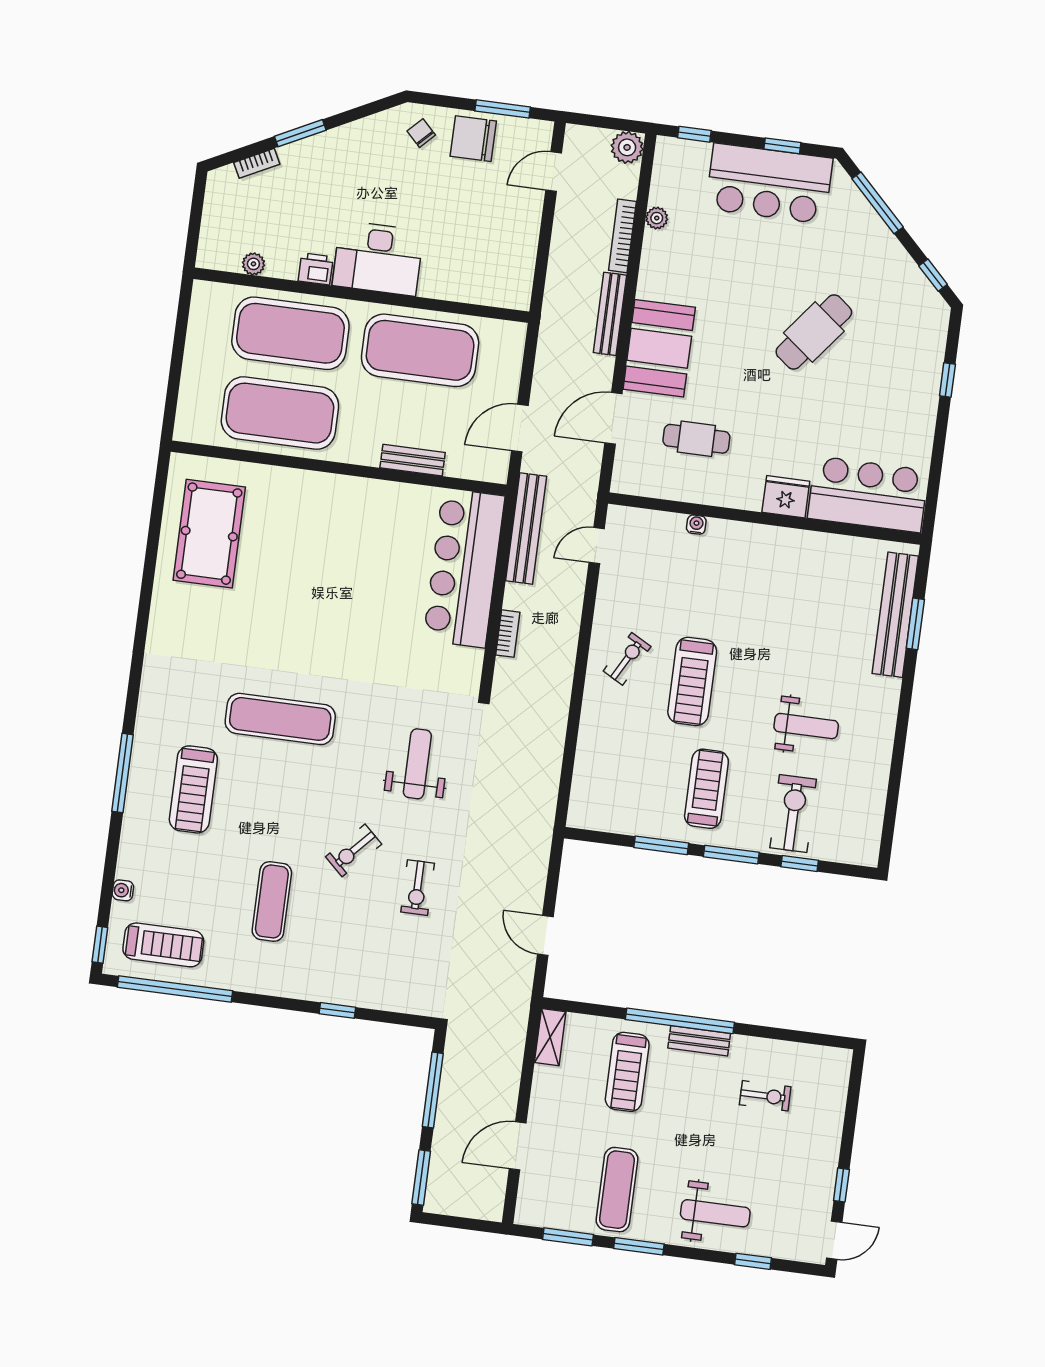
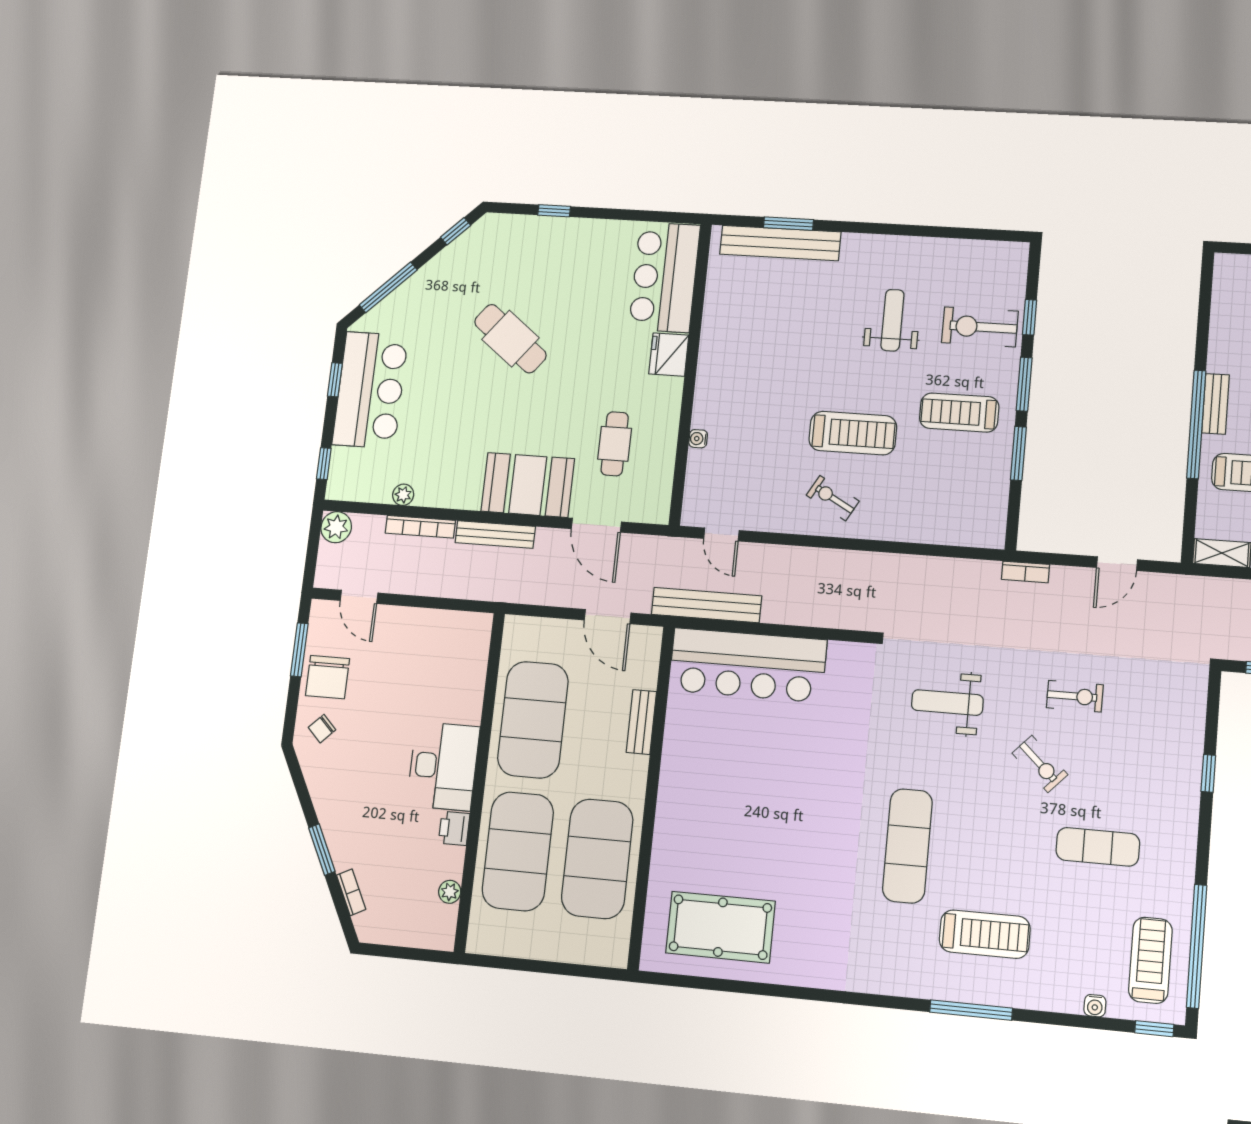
bookcase: (508, 634) -> (1025, 572), moved, turned 180

